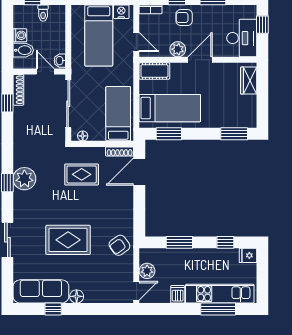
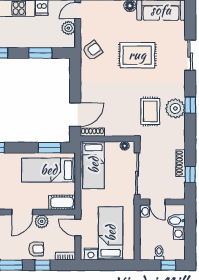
shoe rack: (18, 90) -> (181, 163), moved
rug: (82, 174) -> (150, 111), moved, turned 90

